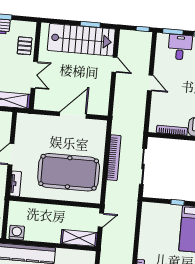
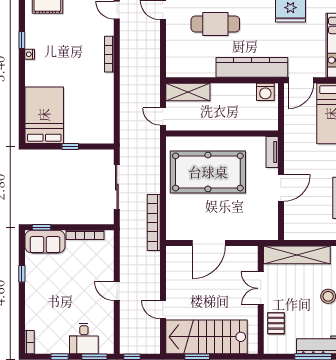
bookcase: (114, 158) -> (154, 223), moved
door: (101, 220) -> (163, 117), hinge flipped

